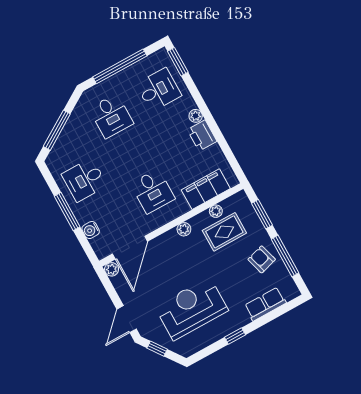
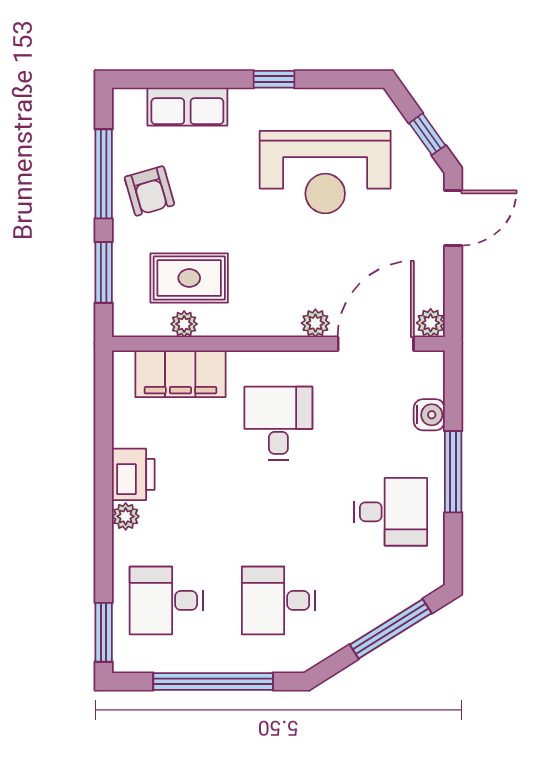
desk: (111, 116) -> (278, 600), turned -90
plant: (184, 229) -> (315, 323), moved

